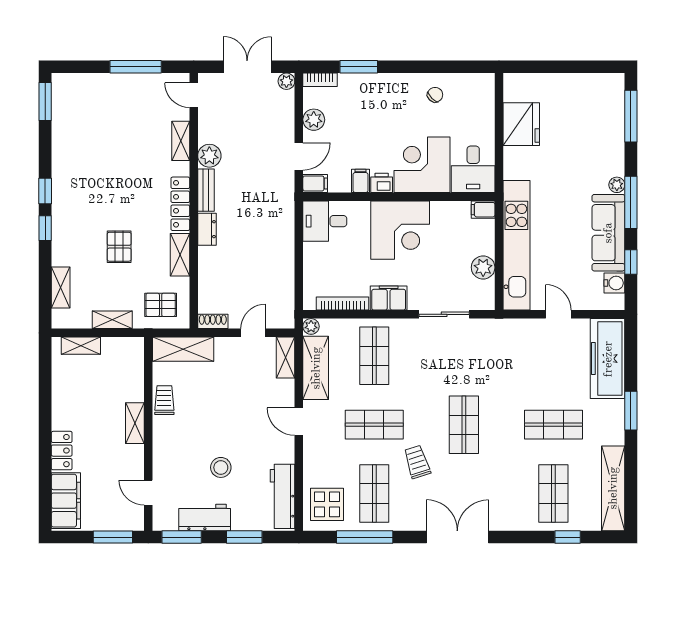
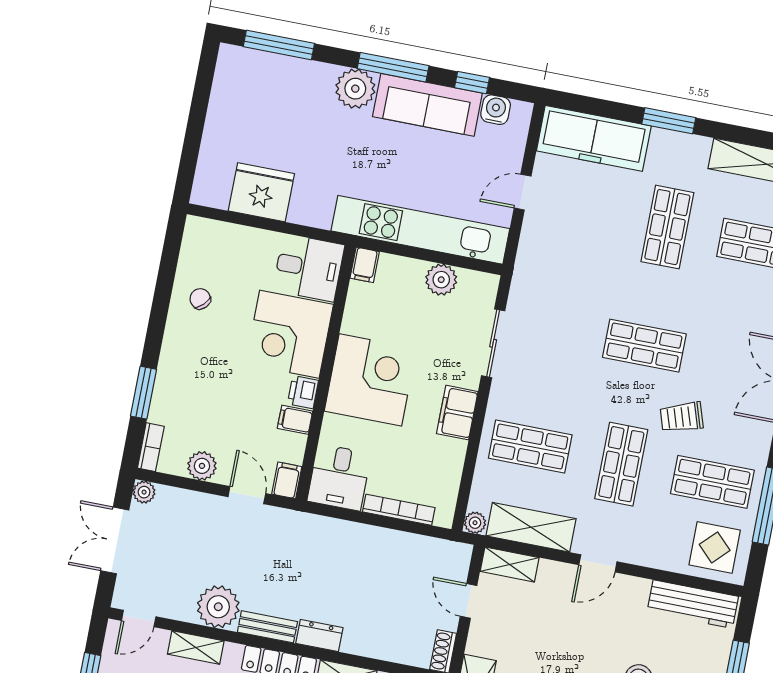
plant: (209, 156) -> (218, 607), width x1.36, depth x1.36
plant: (617, 185) -> (355, 89), width x1.87, depth x1.87
bookcase: (343, 303) -> (399, 510), moved, turned 90

